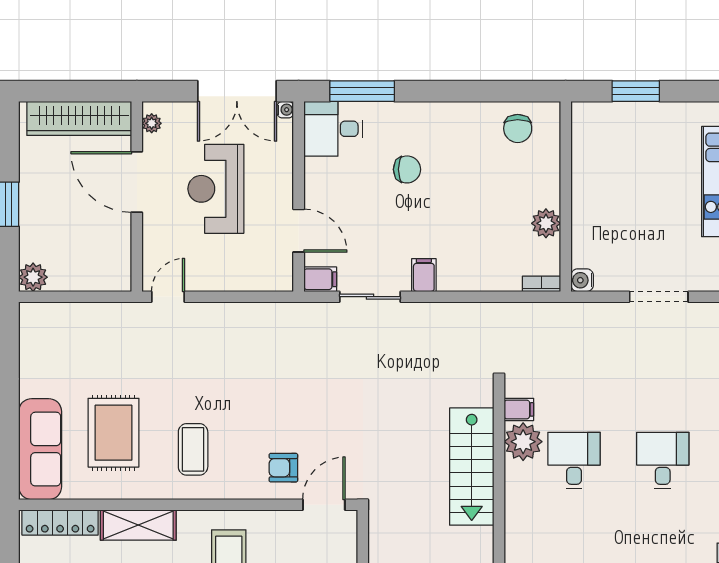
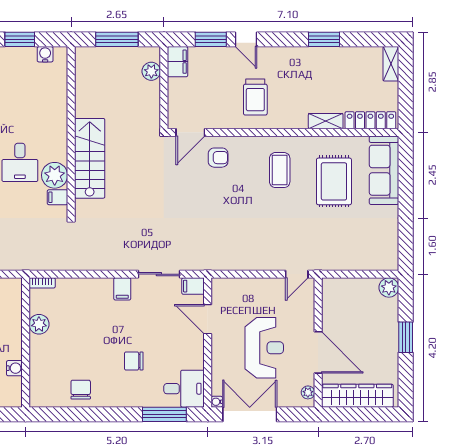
chair: (518, 128) -> (81, 390), moved
water cooler: (582, 280) -> (14, 368), moved
shelving: (138, 525) -> (326, 121), width x0.67, depth x0.75

